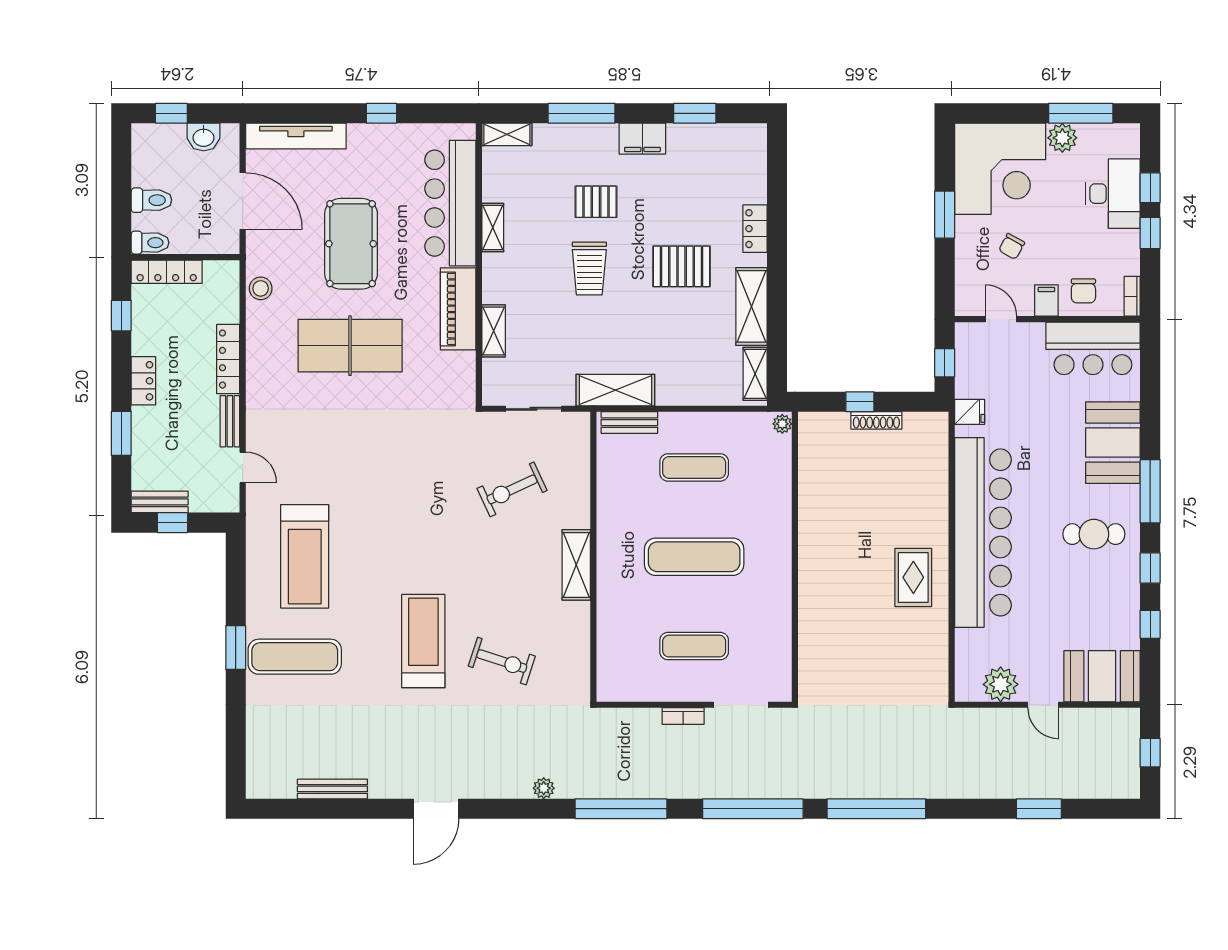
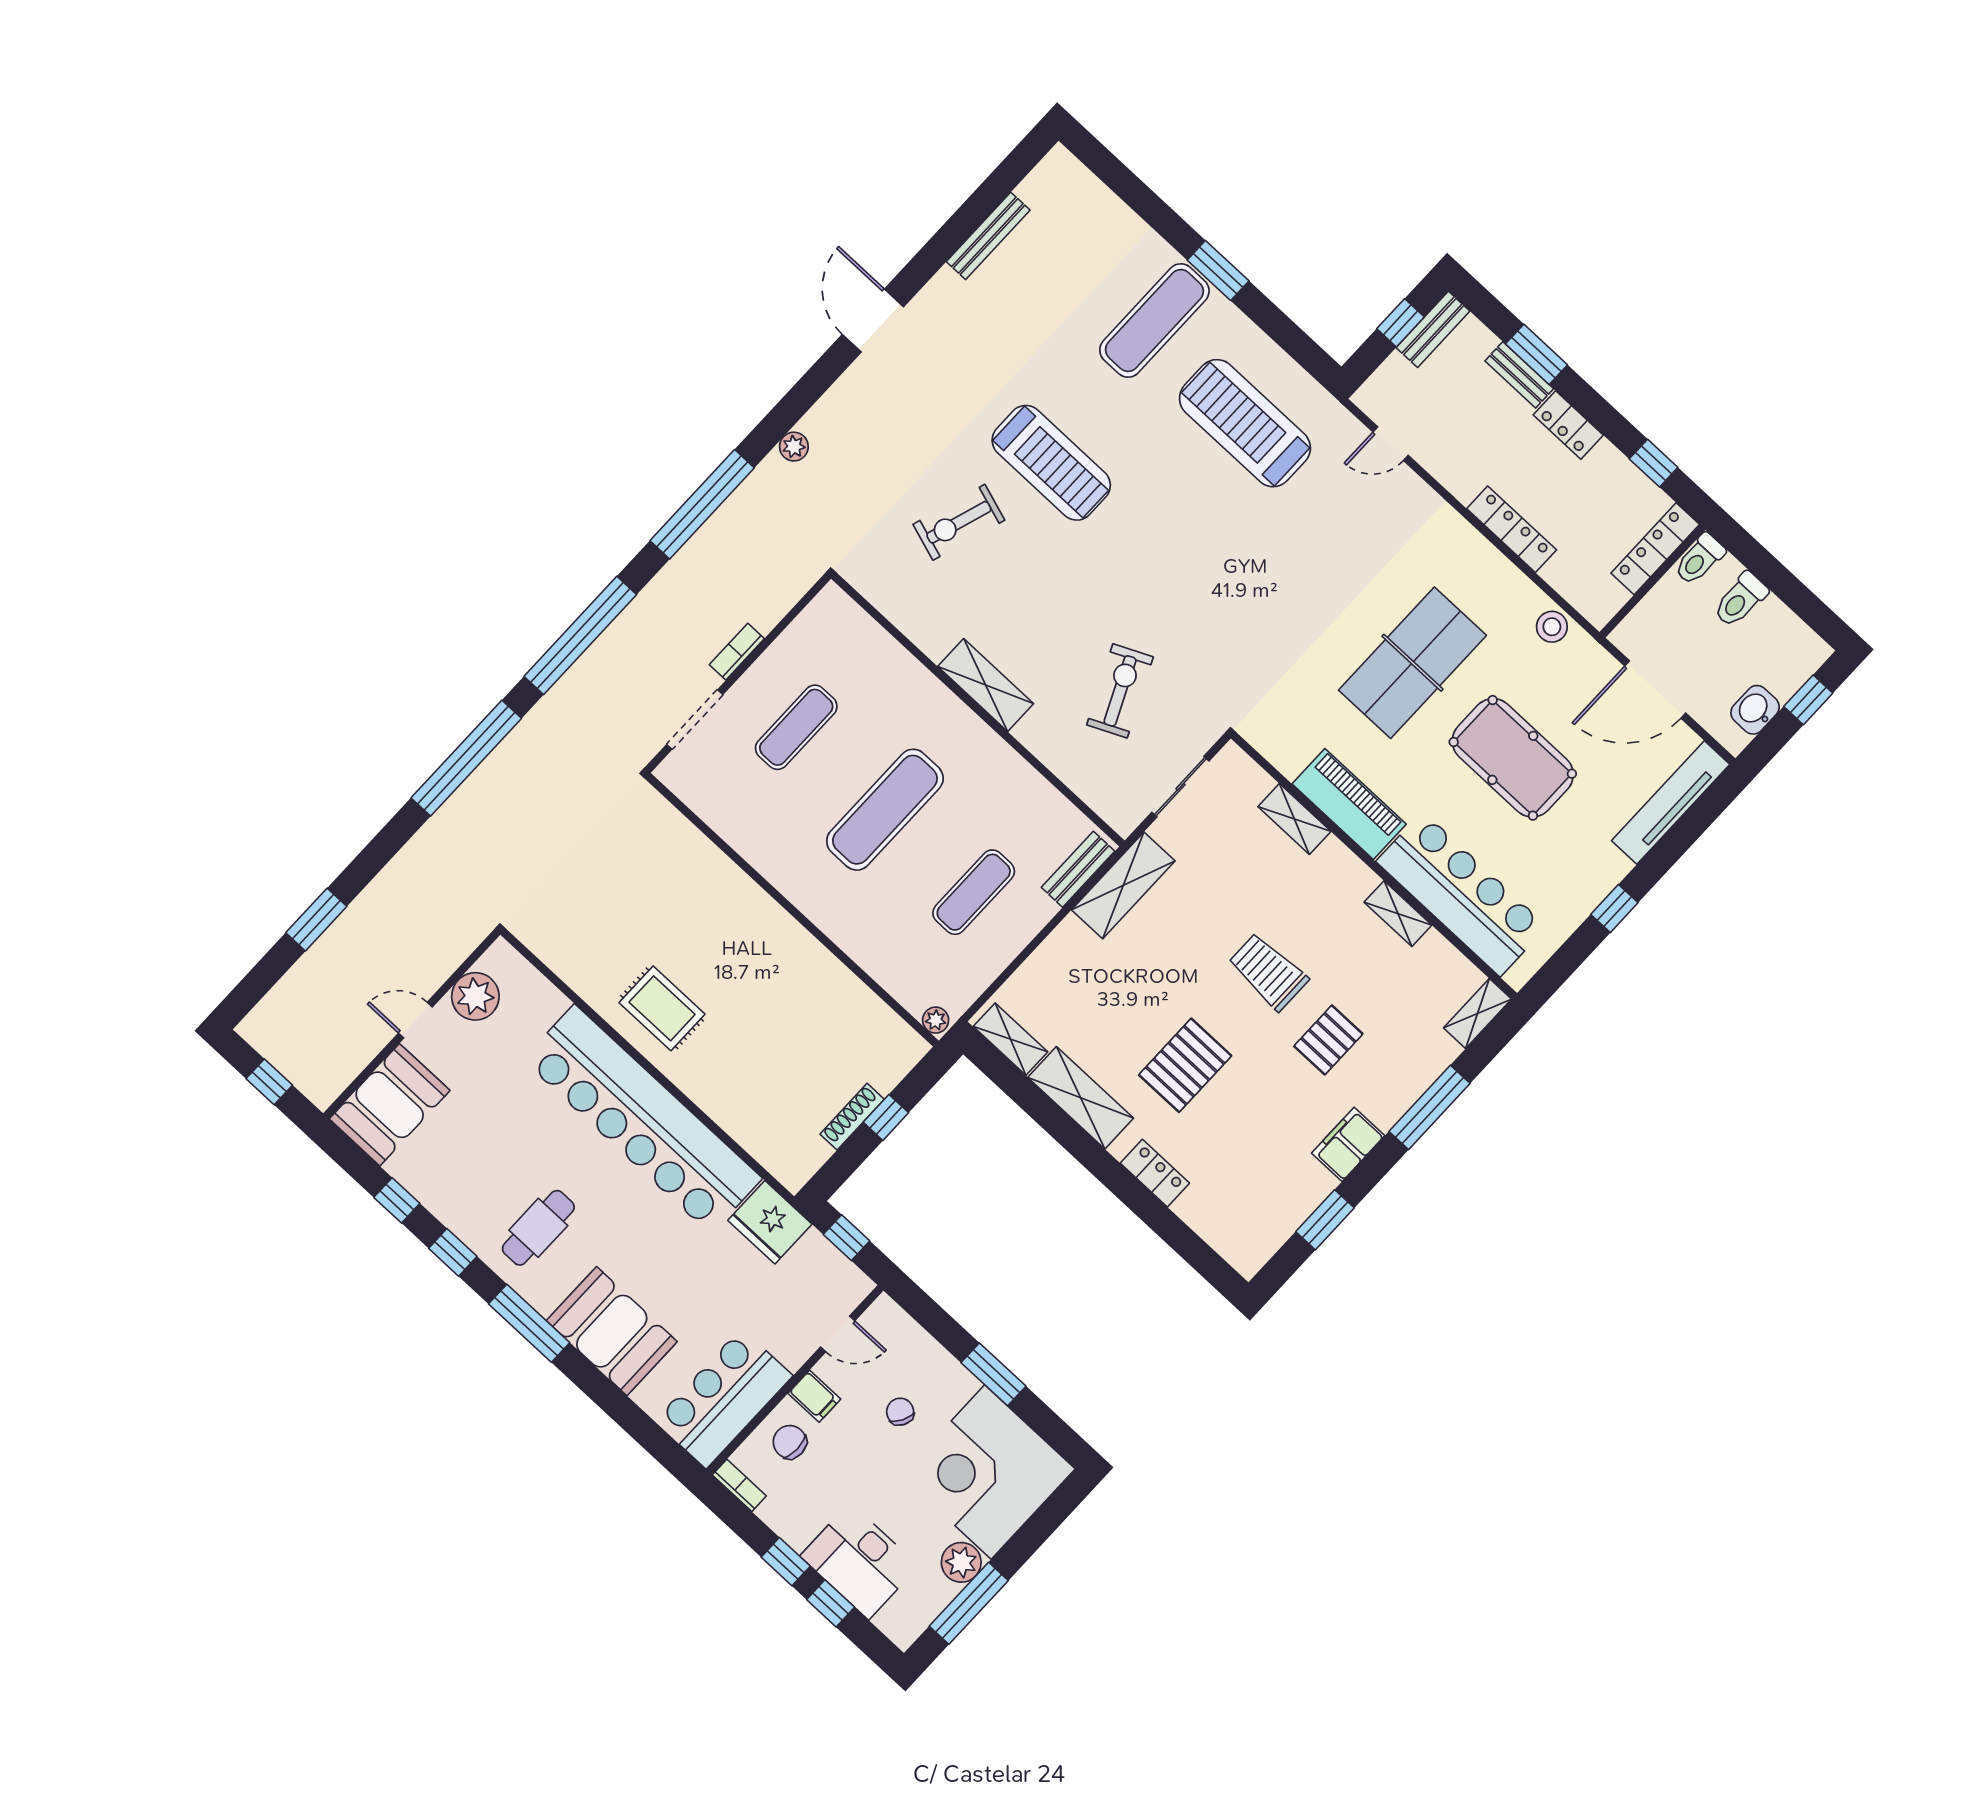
fridge: (970, 412) -> (770, 1222), width x1.88, depth x1.34
bench: (230, 421) -> (1519, 375), moved

